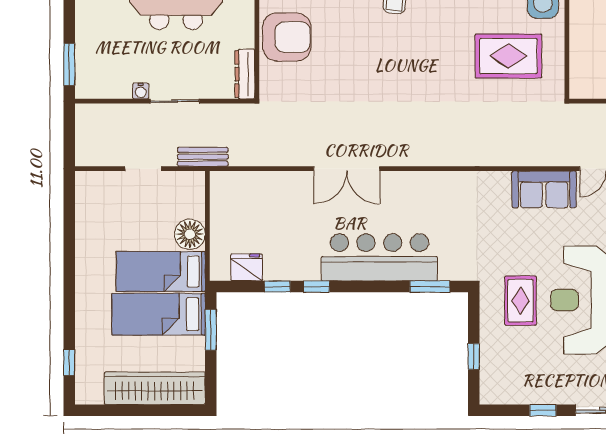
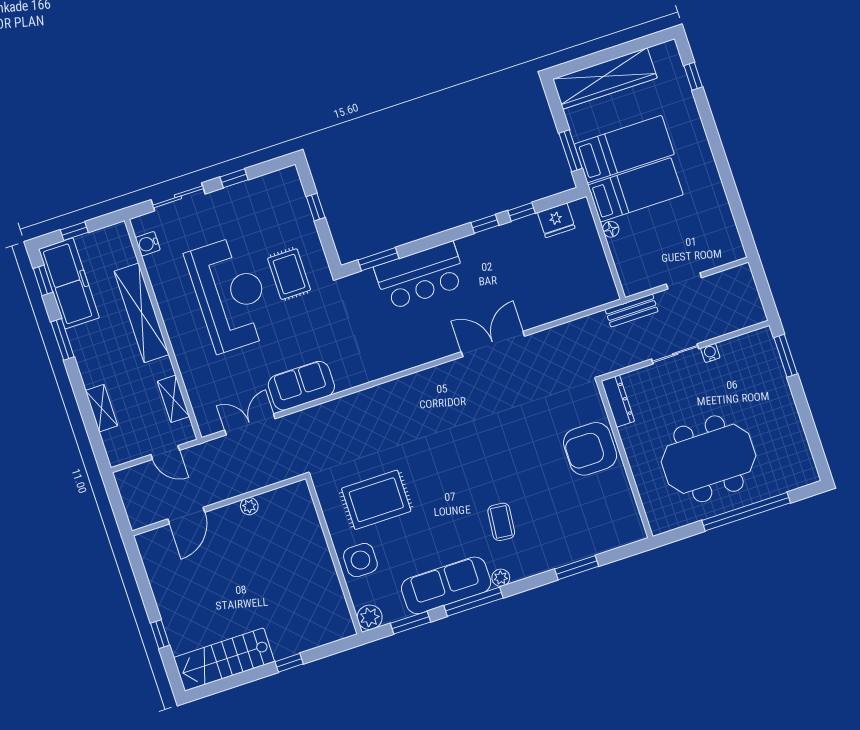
floor lamp: (190, 234) -> (611, 229), width x0.53, depth x0.53
bar counter: (379, 257) -> (420, 276), width x0.73

